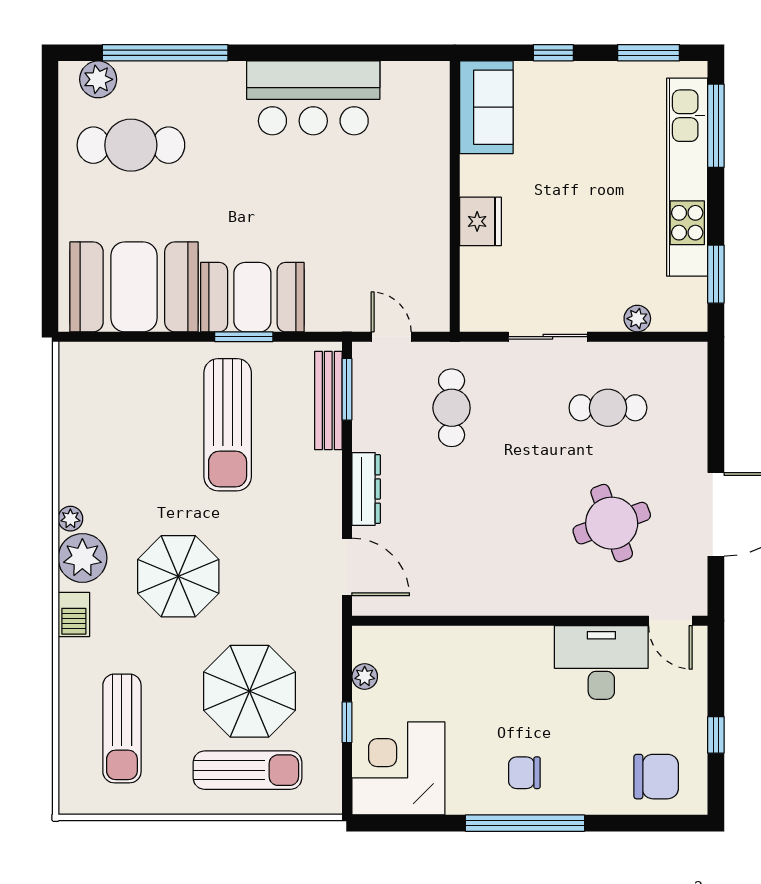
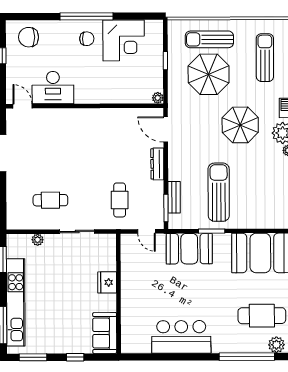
booth: (252, 297) -> (189, 249), moved
bench: (328, 400) -> (174, 197), width x0.73
round table: (612, 523) -> (49, 149), removed
plant: (365, 676) -> (158, 98), moved
corner desk: (398, 768) -> (124, 40), moved

